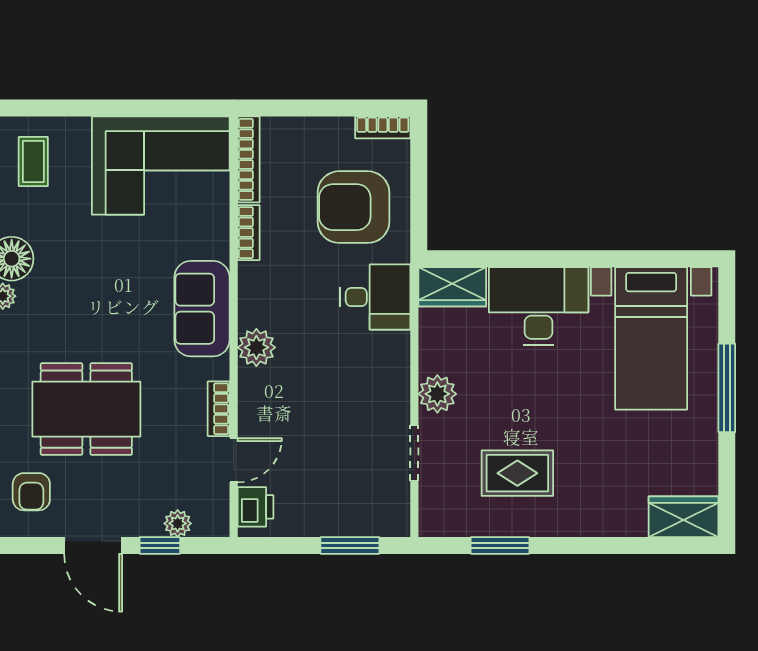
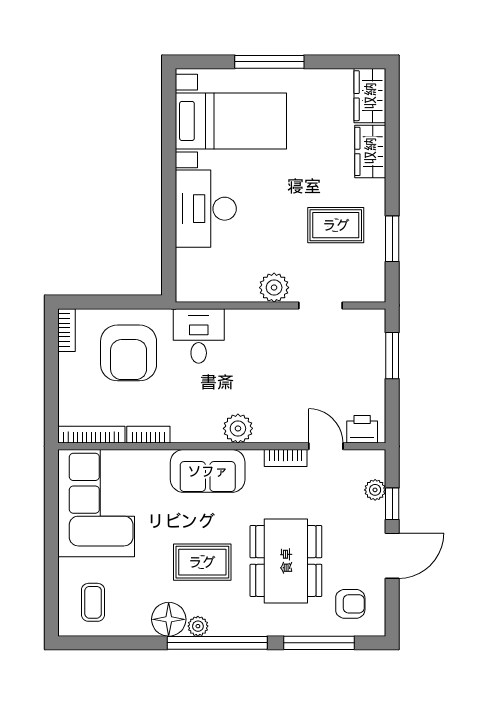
coffee table: (33, 162) -> (93, 602), turned 90
wardrobe: (452, 287) -> (370, 151), moved, turned 180
rug: (85, 302) -> (202, 562), added
rug: (517, 473) -> (336, 225), turned 90

